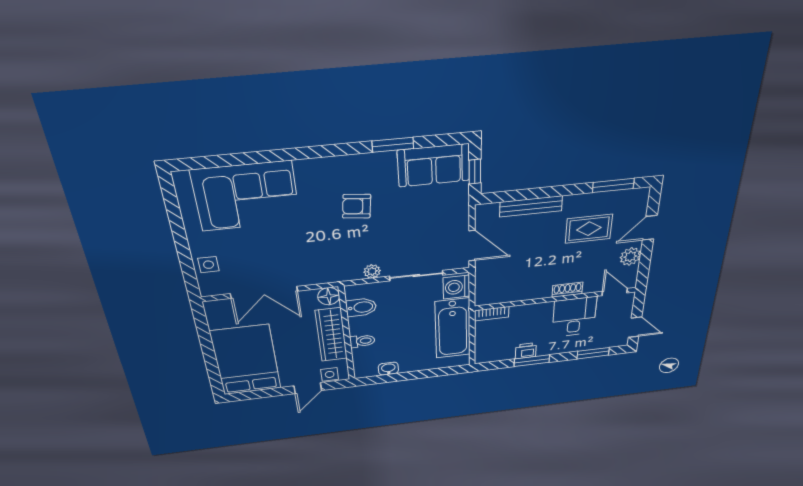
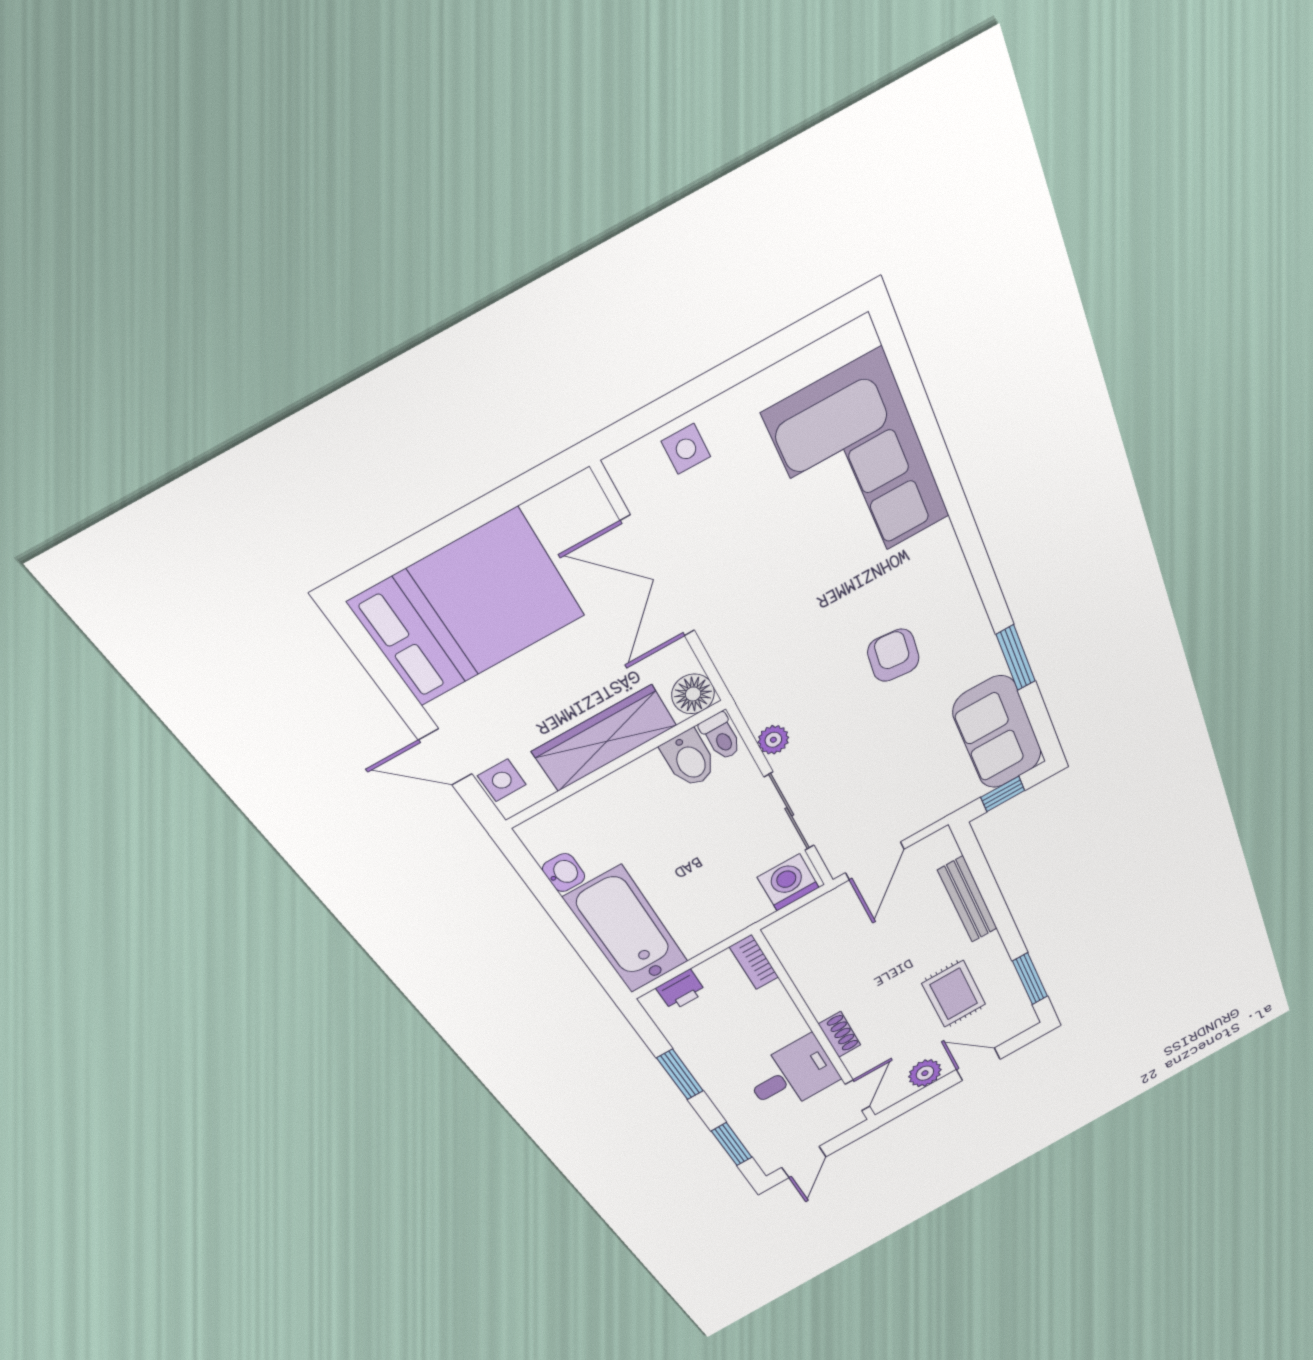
bathtub: (453, 328) -> (627, 930), moved, turned 90
toilet: (362, 341) -> (721, 737), moved
printer: (526, 351) -> (681, 990), moved, turned 90

